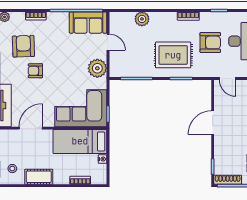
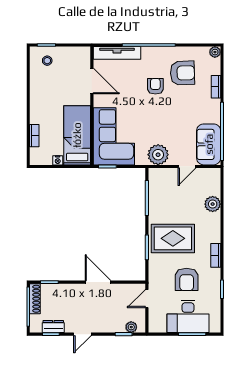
rug: (173, 55) -> (173, 238), turned 90
cot: (39, 177) -> (38, 90), removed

